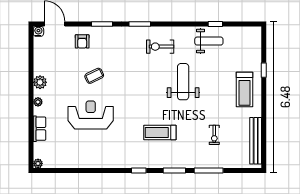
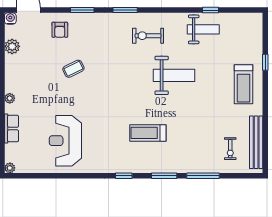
plant: (40, 82) -> (12, 46), moved
weight bench: (183, 82) -> (174, 75), turned 90
reception desk: (91, 115) -> (65, 141), moved, turned -90
exercise bike: (214, 135) -> (230, 149), moved

